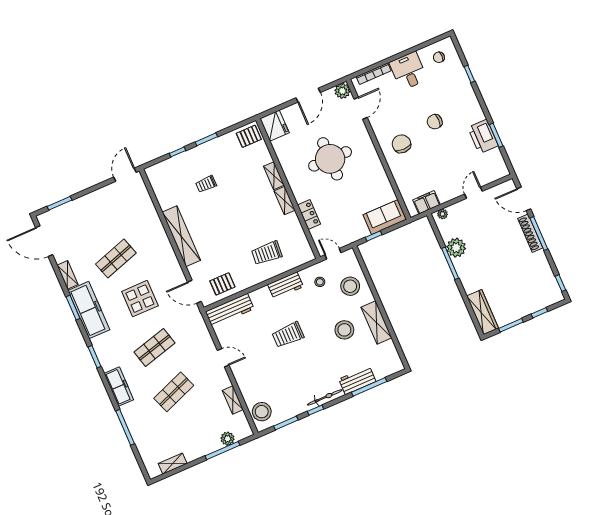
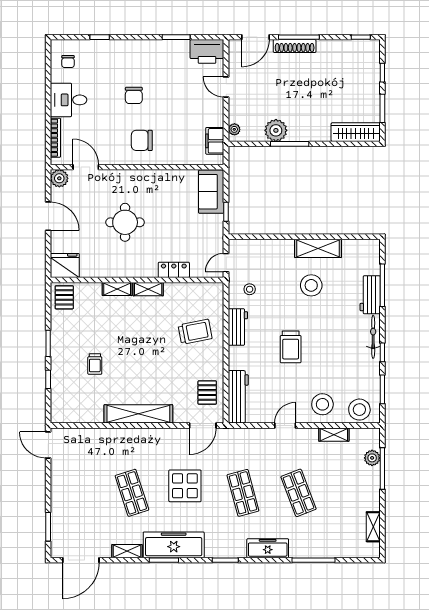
printer: (483, 137) -> (207, 51), moved
round table: (330, 159) -> (125, 222), width x0.73, depth x0.73
trolley: (267, 253) -> (195, 332), turned -105
stool: (350, 286) -> (322, 404), moved

